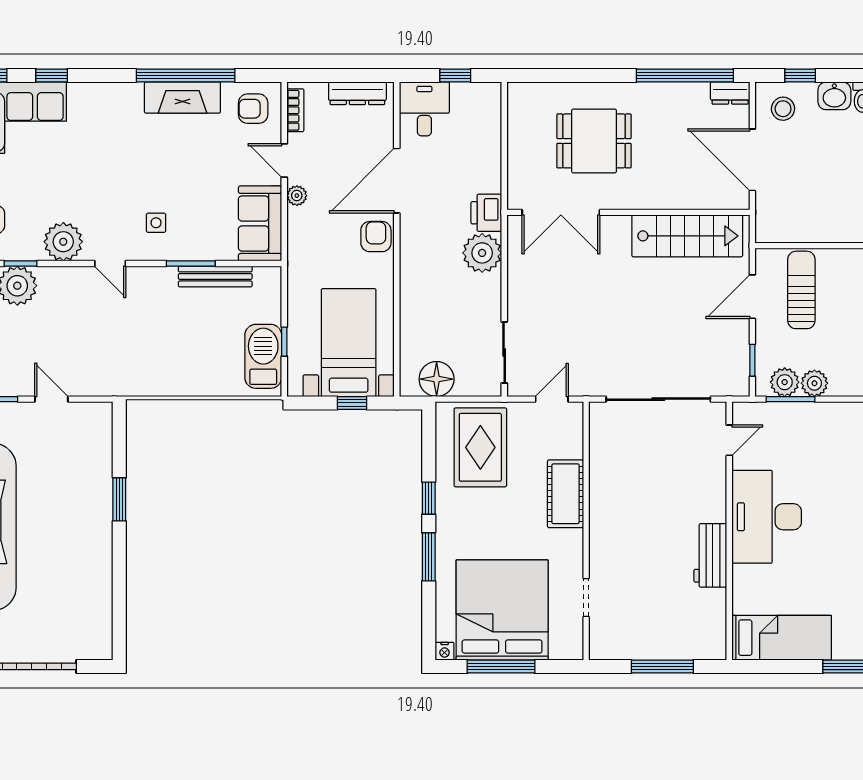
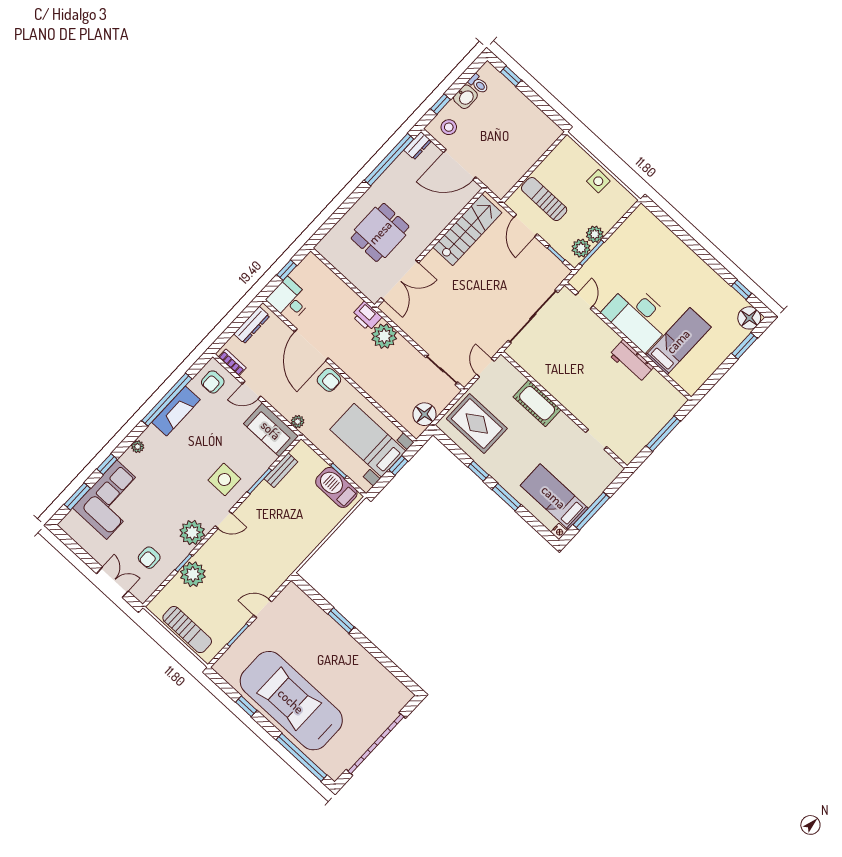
plant: (103, 92) -> (138, 447), added
plant: (297, 196) -> (298, 422), moved
side table: (156, 223) -> (224, 479), width x1.87, depth x1.87
armchair: (376, 237) -> (329, 380), turned 180
bench: (215, 276) -> (281, 470), width x0.73
bed: (502, 610) -> (554, 497), width x0.49
bed: (782, 638) -> (678, 341), moved

